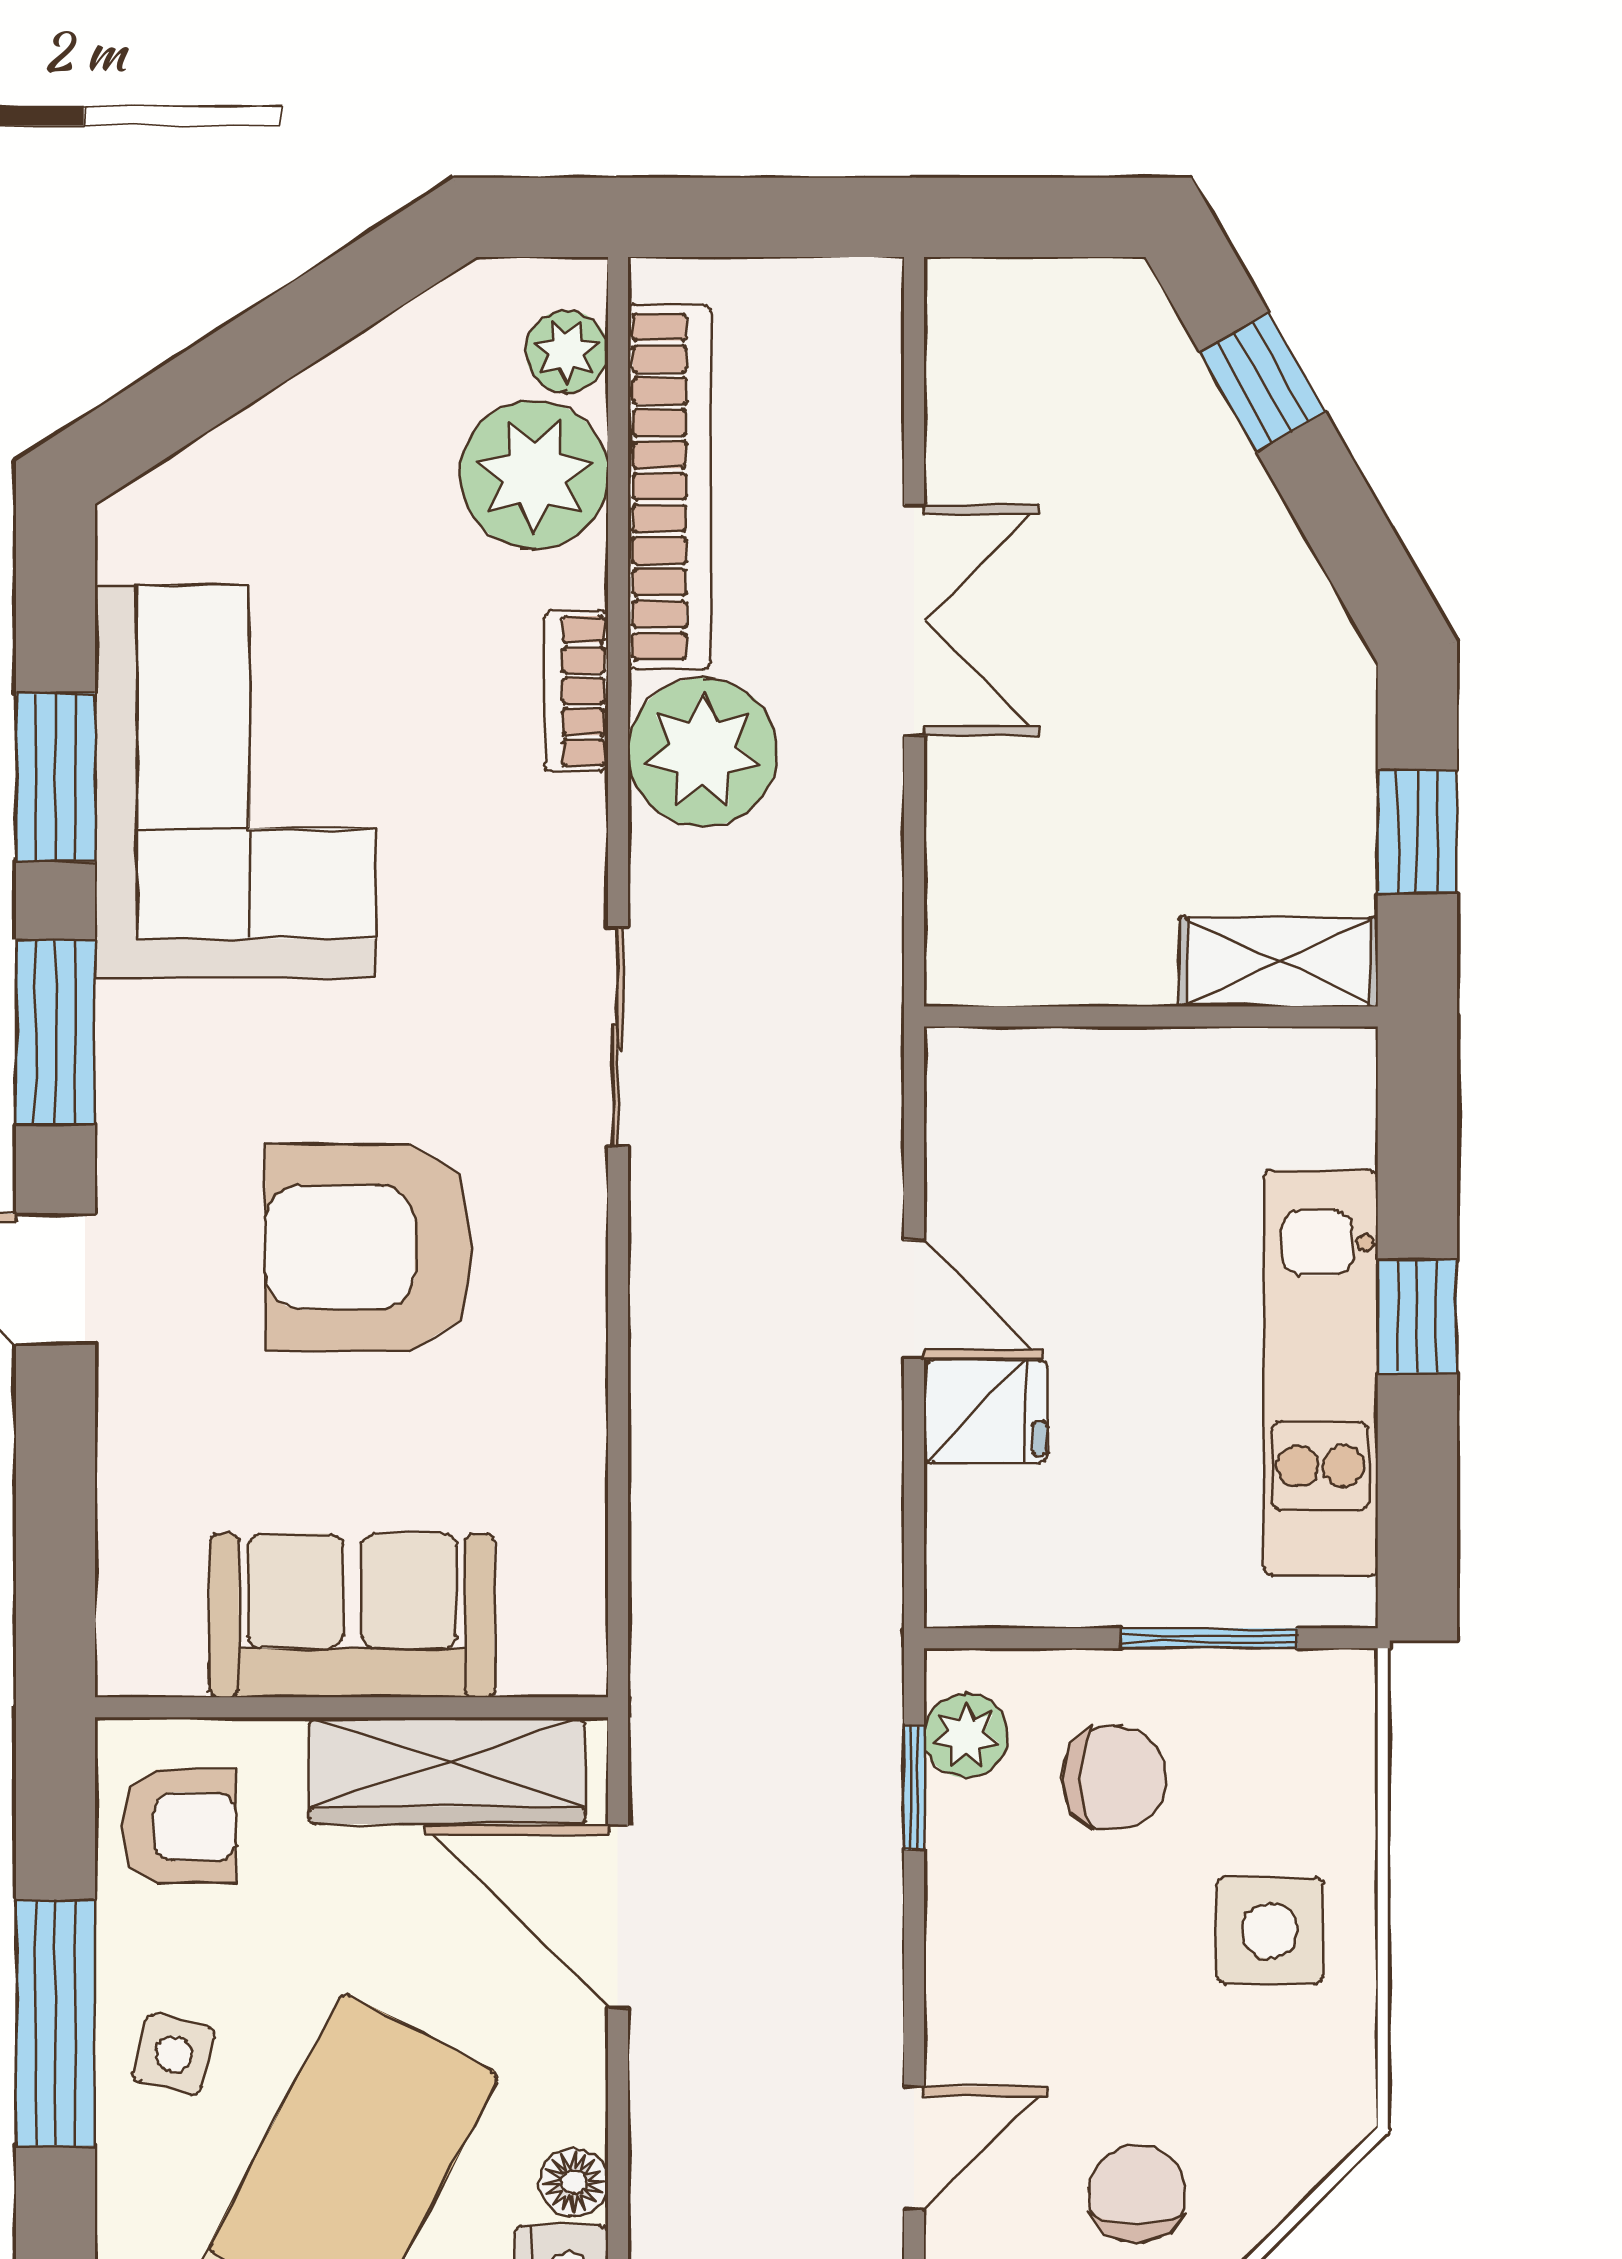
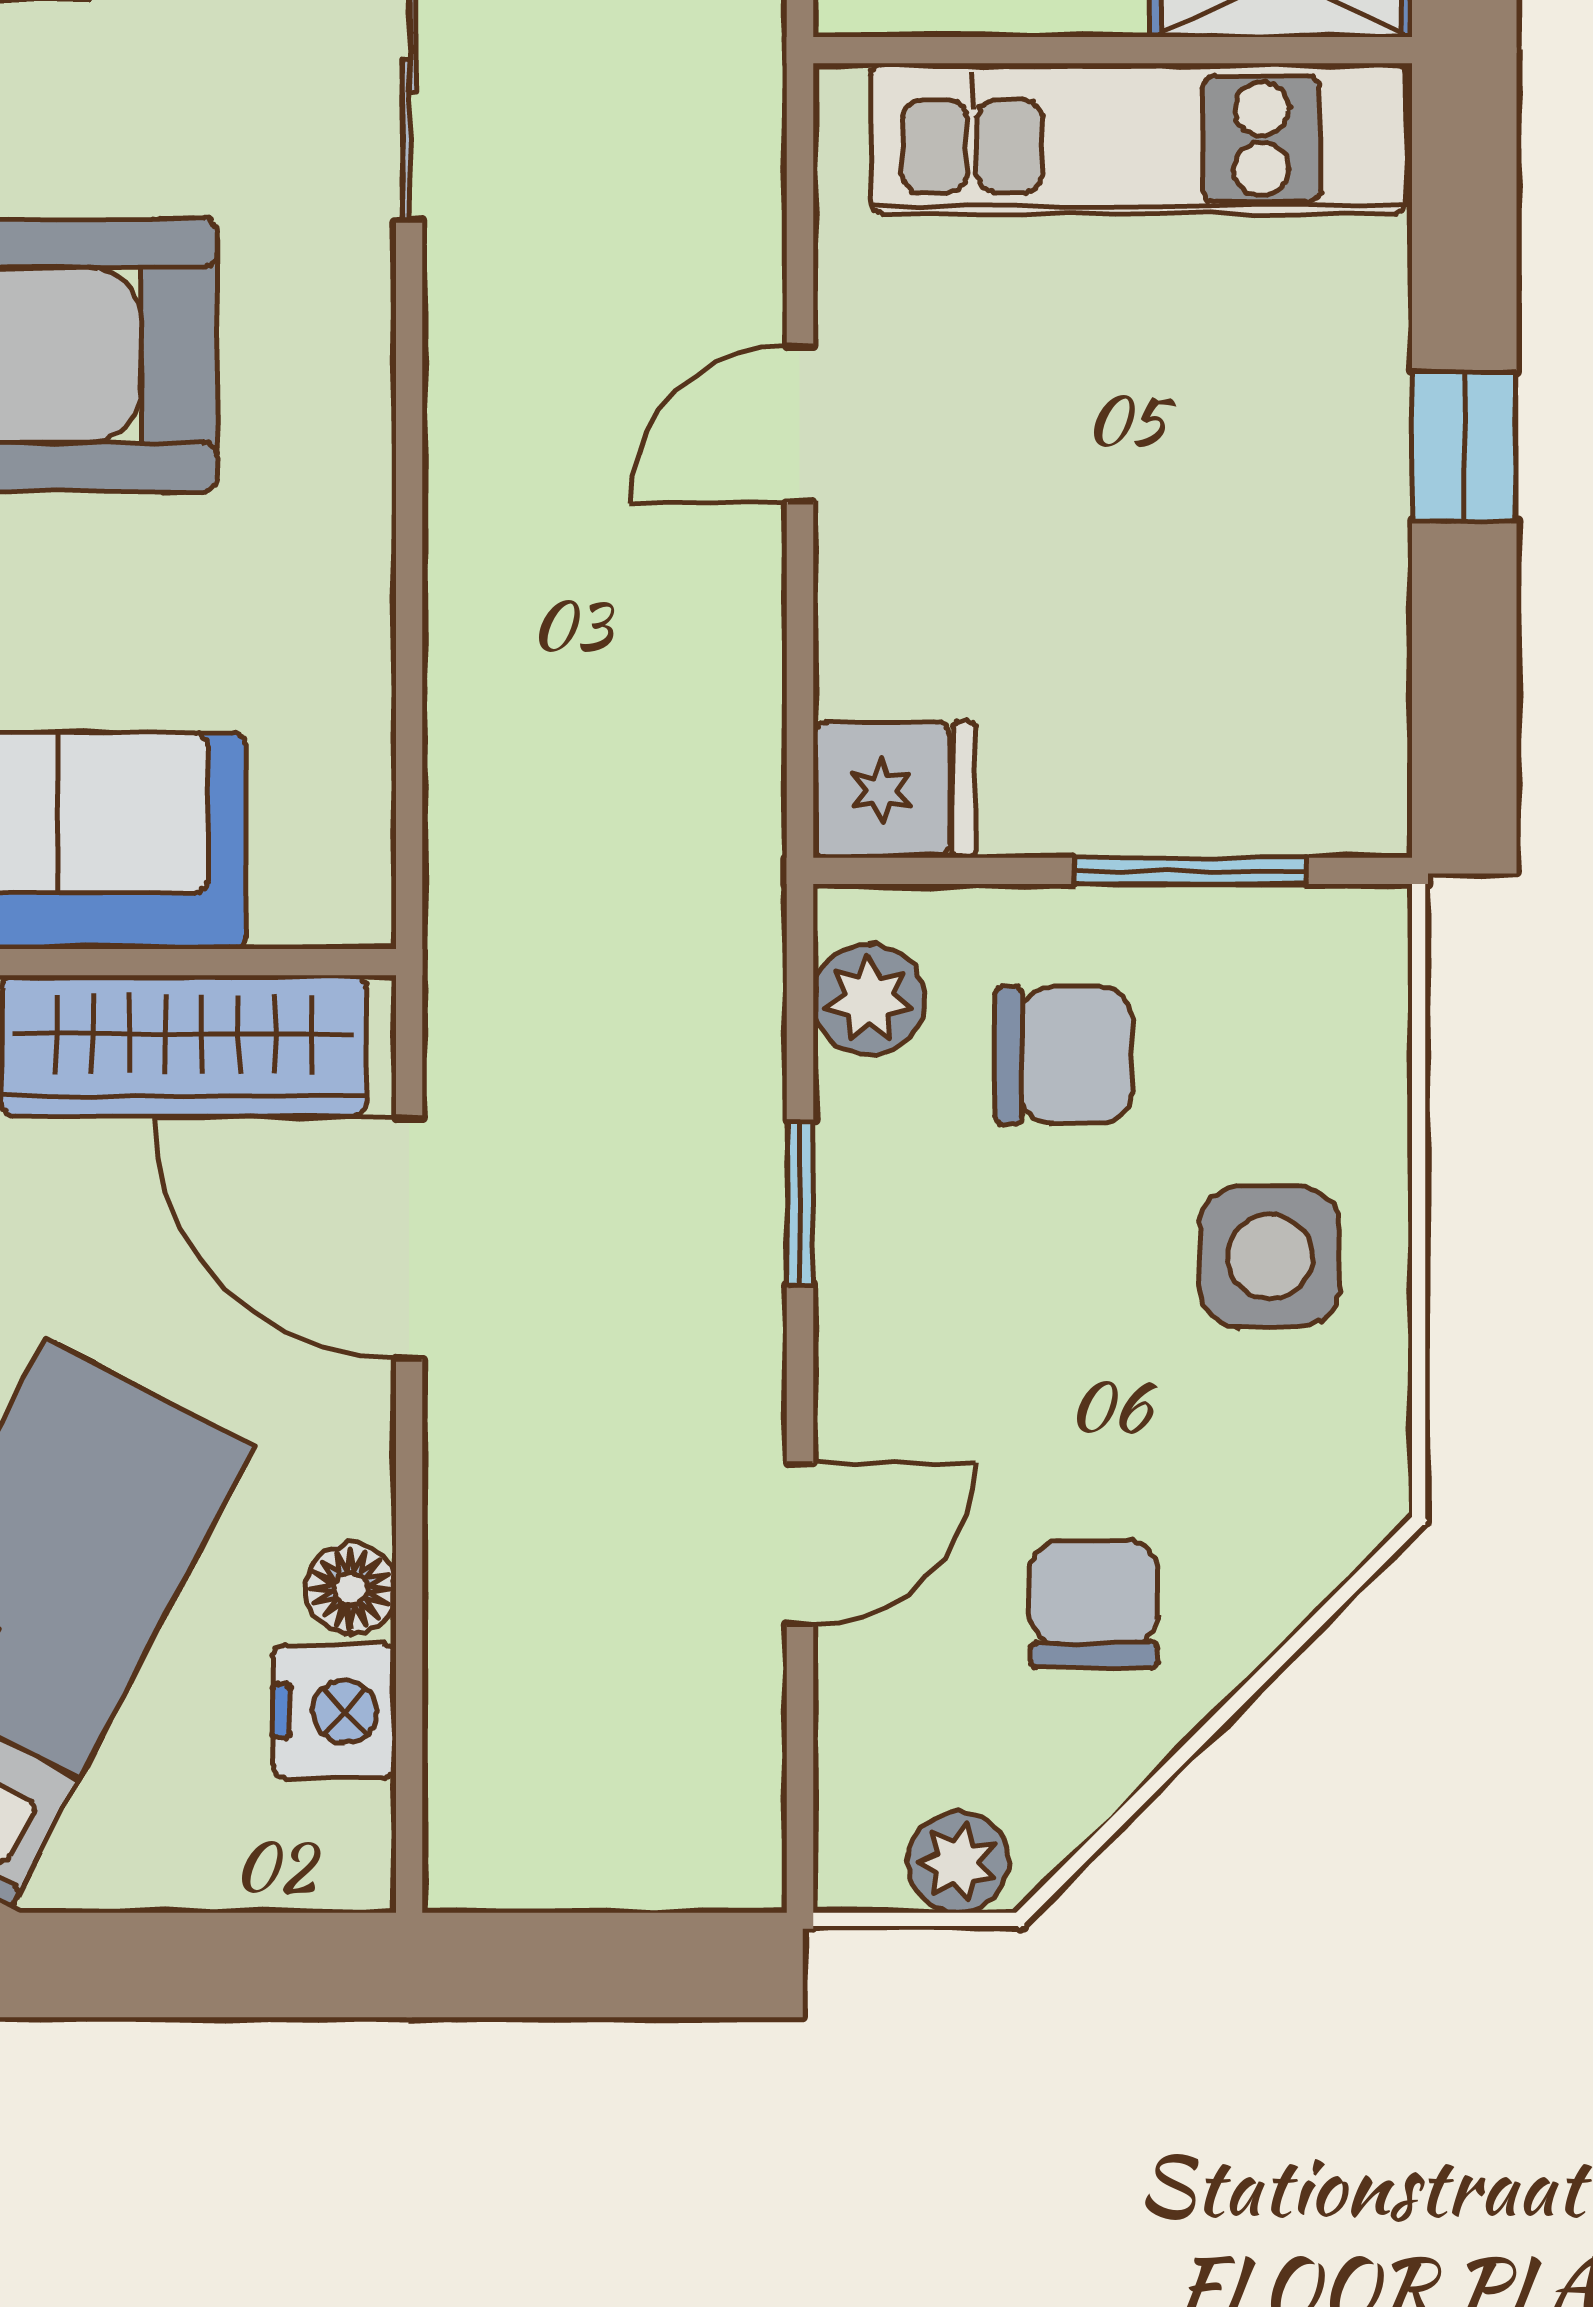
door: (914, 1299) -> (800, 424), swing flipped
kitchen unit: (1321, 1373) -> (1138, 139), moved, turned -90
fridge: (986, 1412) -> (894, 790), moved
window: (914, 1788) -> (800, 1203), moved

